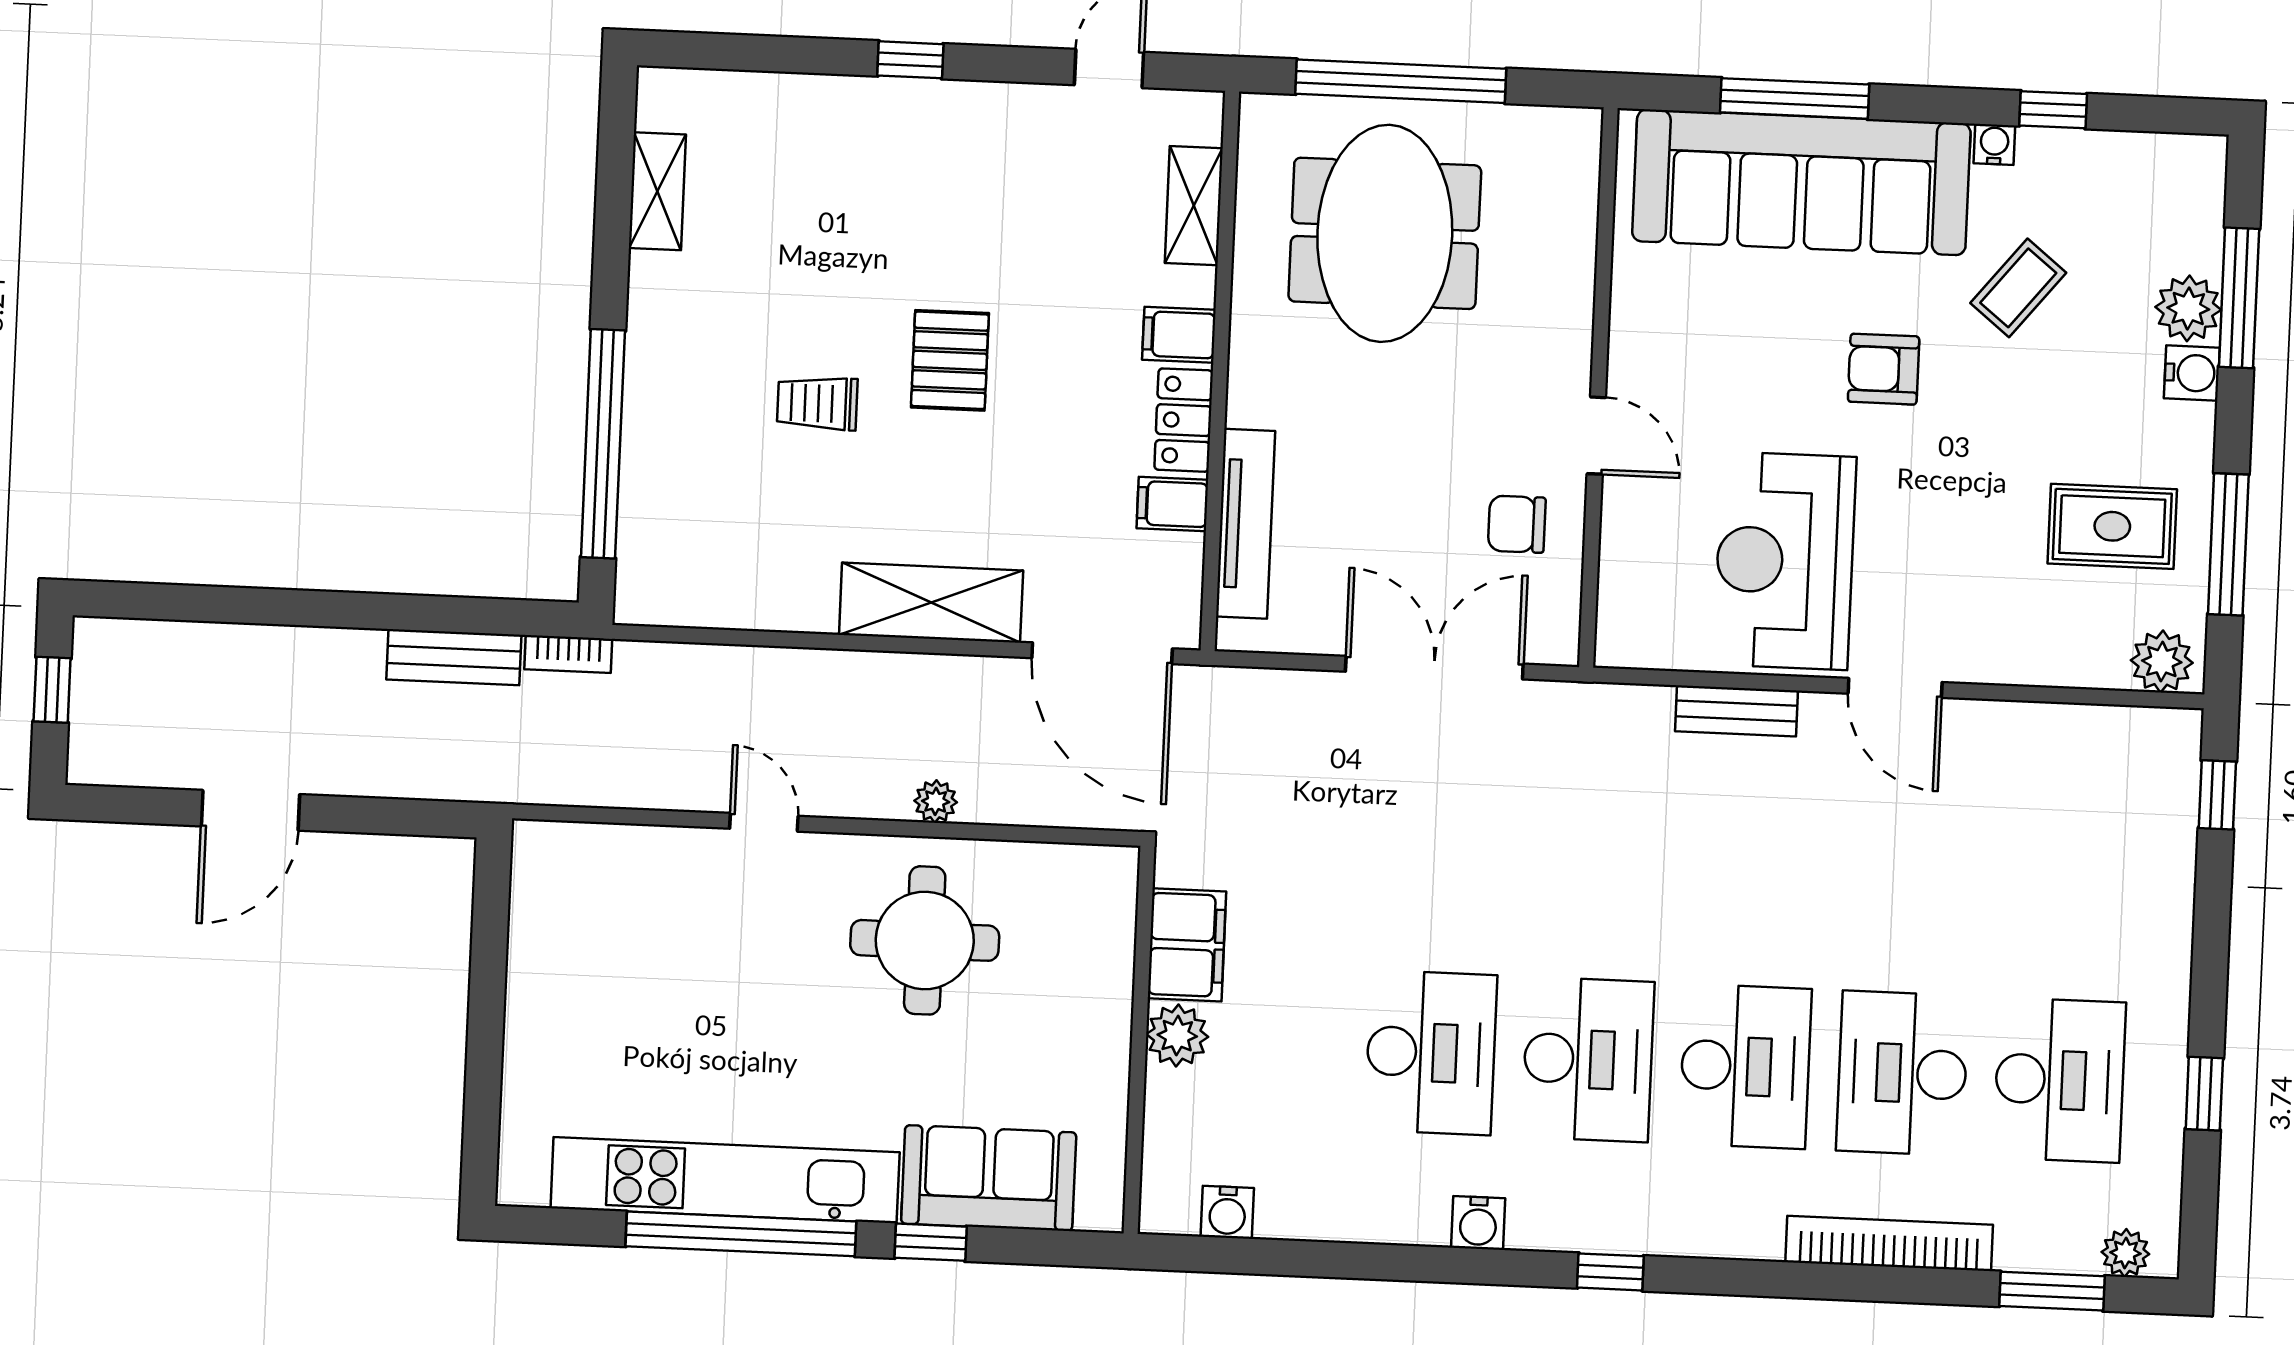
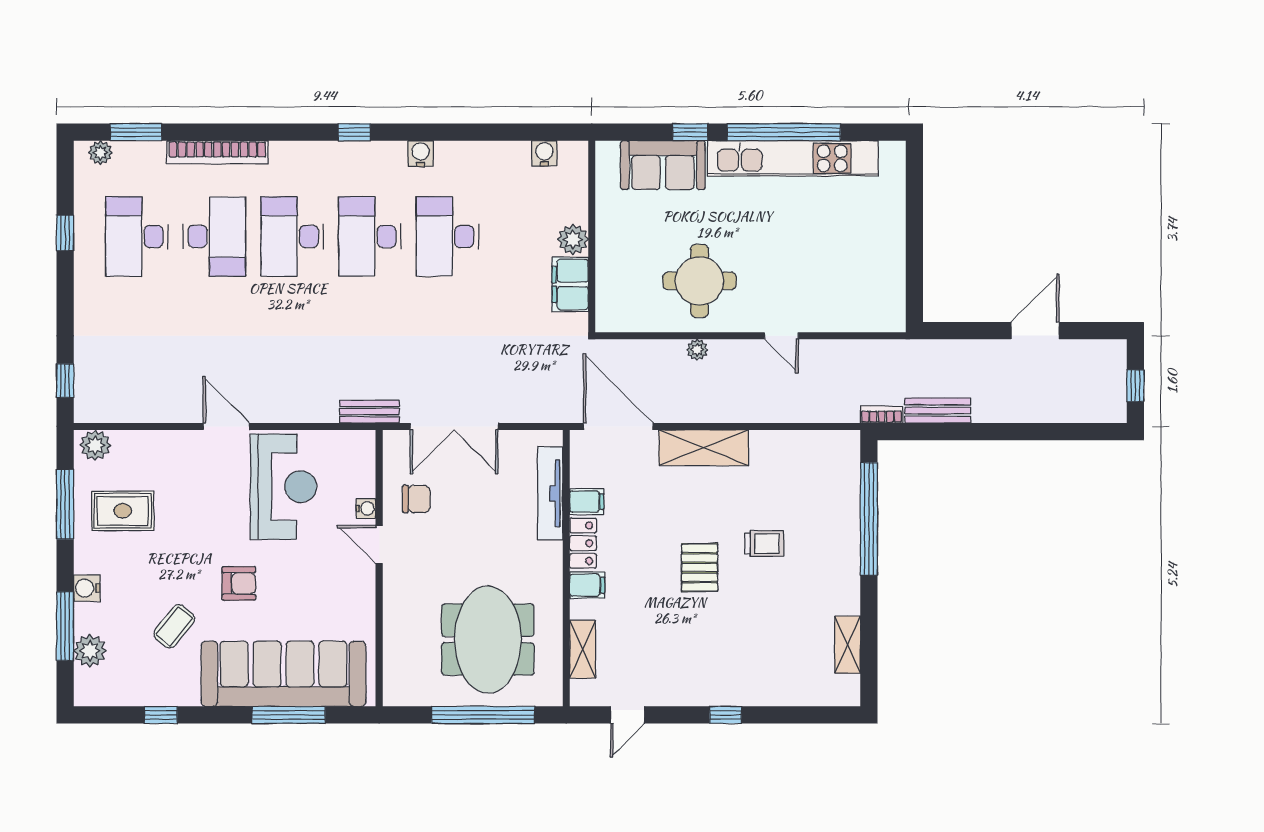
water cooler: (1994, 144) -> (366, 508), moved, turned -90
plant: (2188, 308) -> (90, 651), moved
bench: (1736, 711) -> (369, 412), moved

